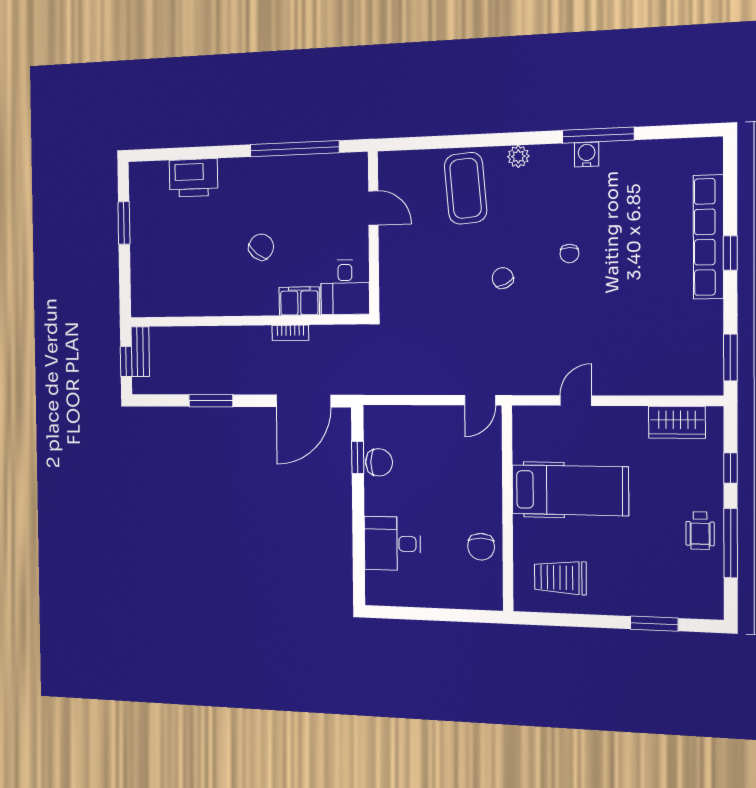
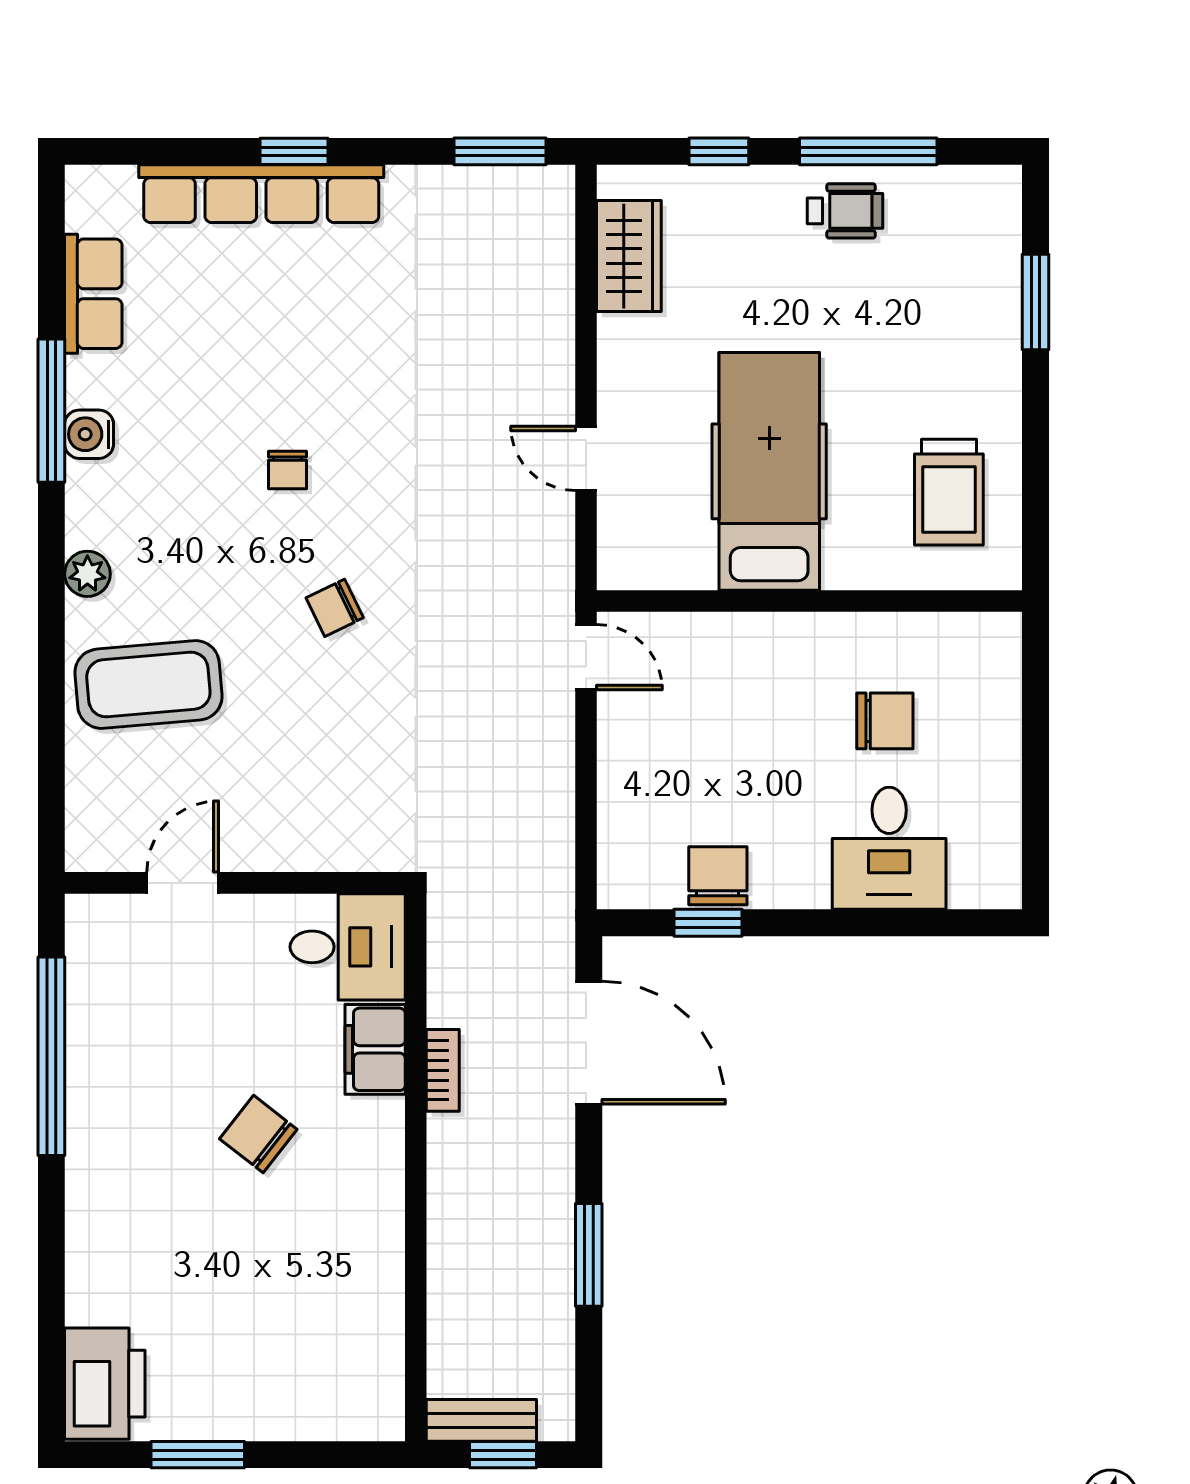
row of seats: (657, 154) -> (93, 294), added
printer: (193, 178) -> (105, 1384), moved
chair: (569, 254) -> (288, 470), turned 90
chair: (481, 547) -> (885, 721), moved

